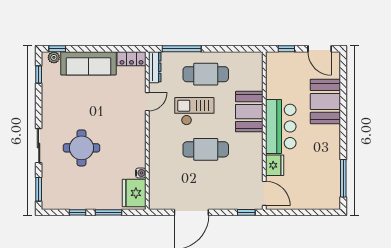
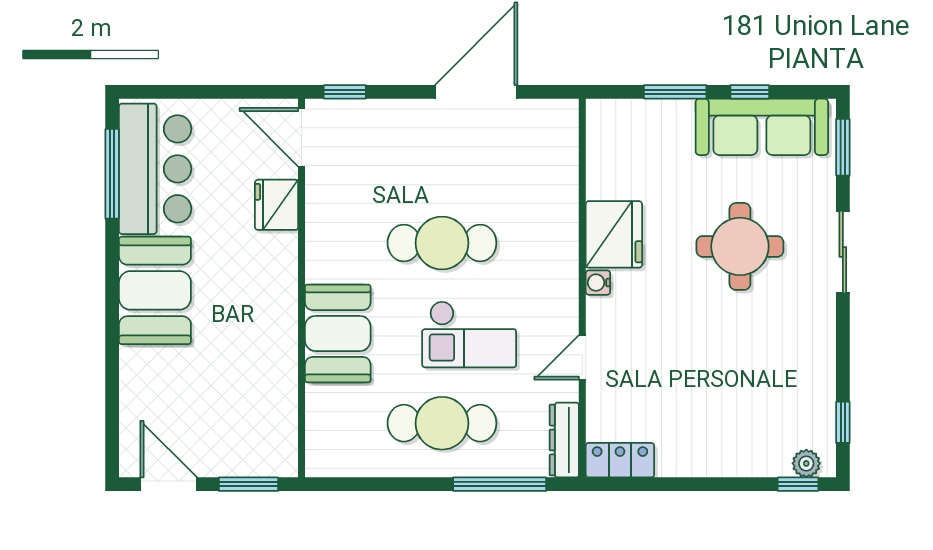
window: (286, 49) -> (248, 484), width x1.50
sofa: (88, 63) -> (762, 127), moved, turned 180
booth: (325, 101) -> (155, 290), moved
bar counter: (281, 126) -> (155, 169), moved, turned 180
water cooler: (141, 173) -> (598, 283), moved
fridge: (134, 193) -> (614, 234), moved

